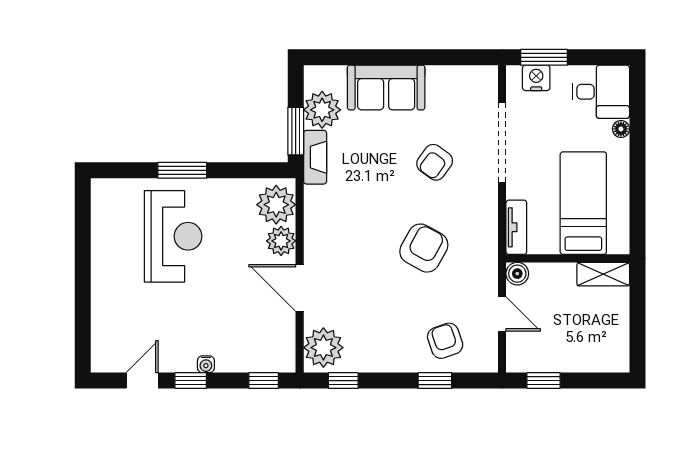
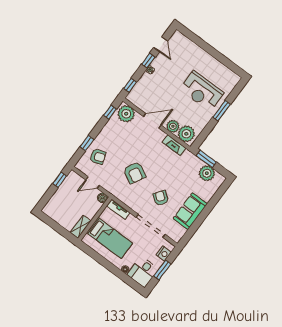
window: (544, 57) -> (162, 270), moved
sofa: (386, 88) -> (190, 211), moved
fireplace: (315, 157) -> (174, 145), moved

